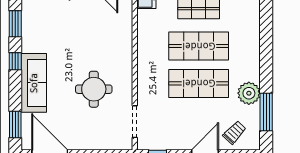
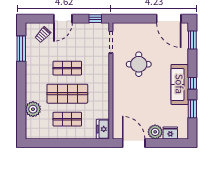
sofa: (34, 83) -> (180, 84), moved
shop shelf: (199, 83) -> (67, 68), width x0.70, depth x0.74
plant: (249, 93) -> (33, 109), moved

